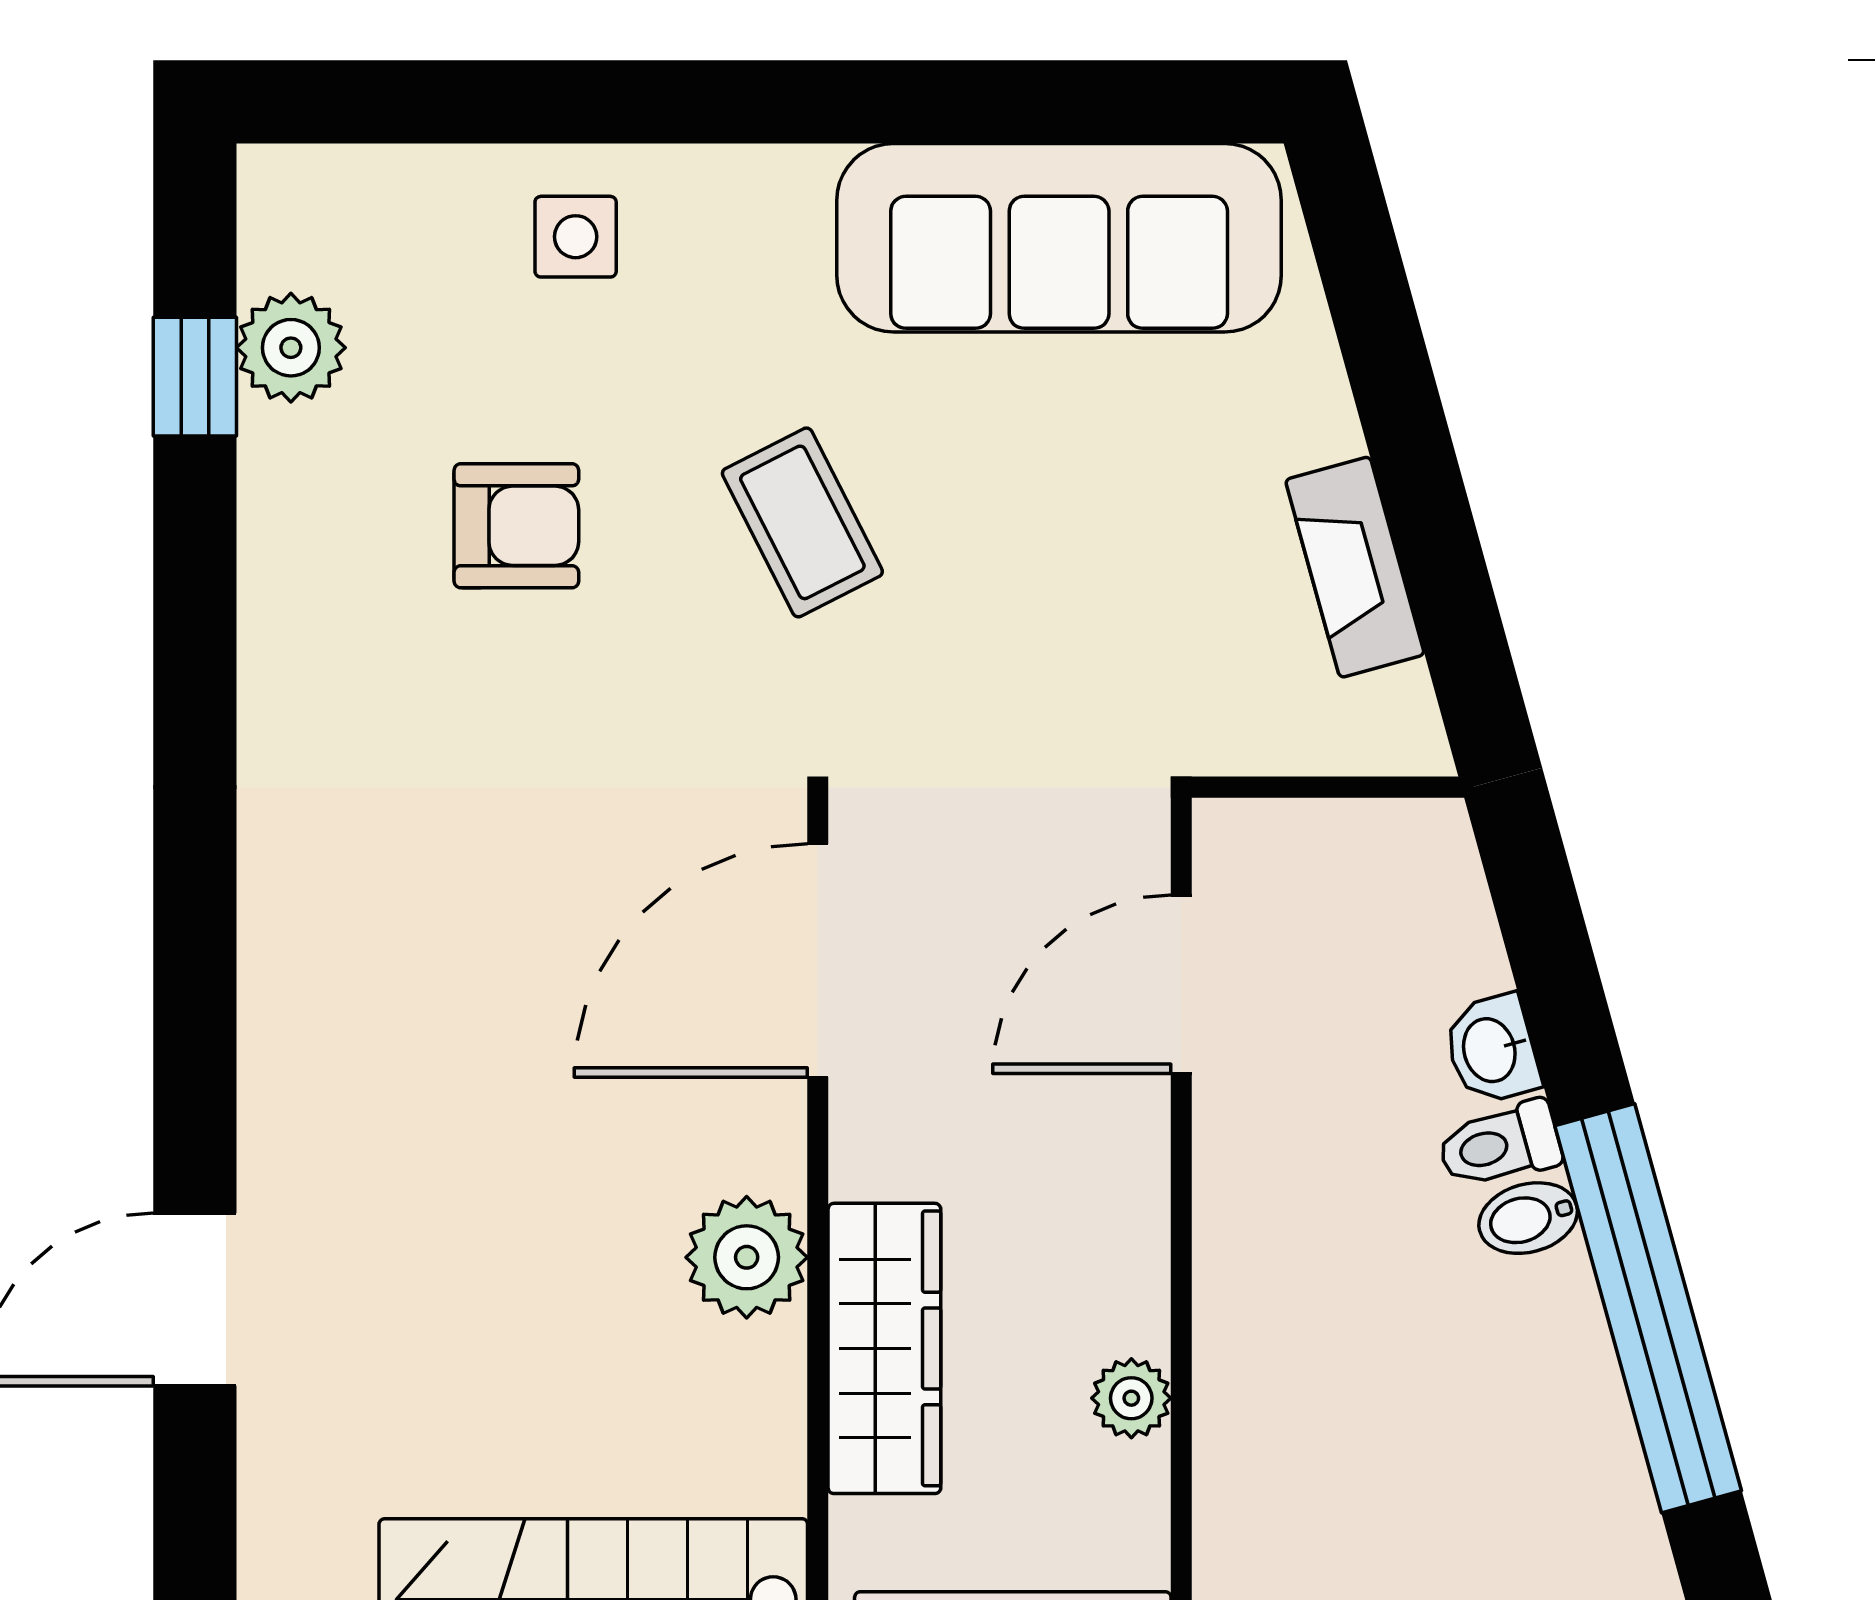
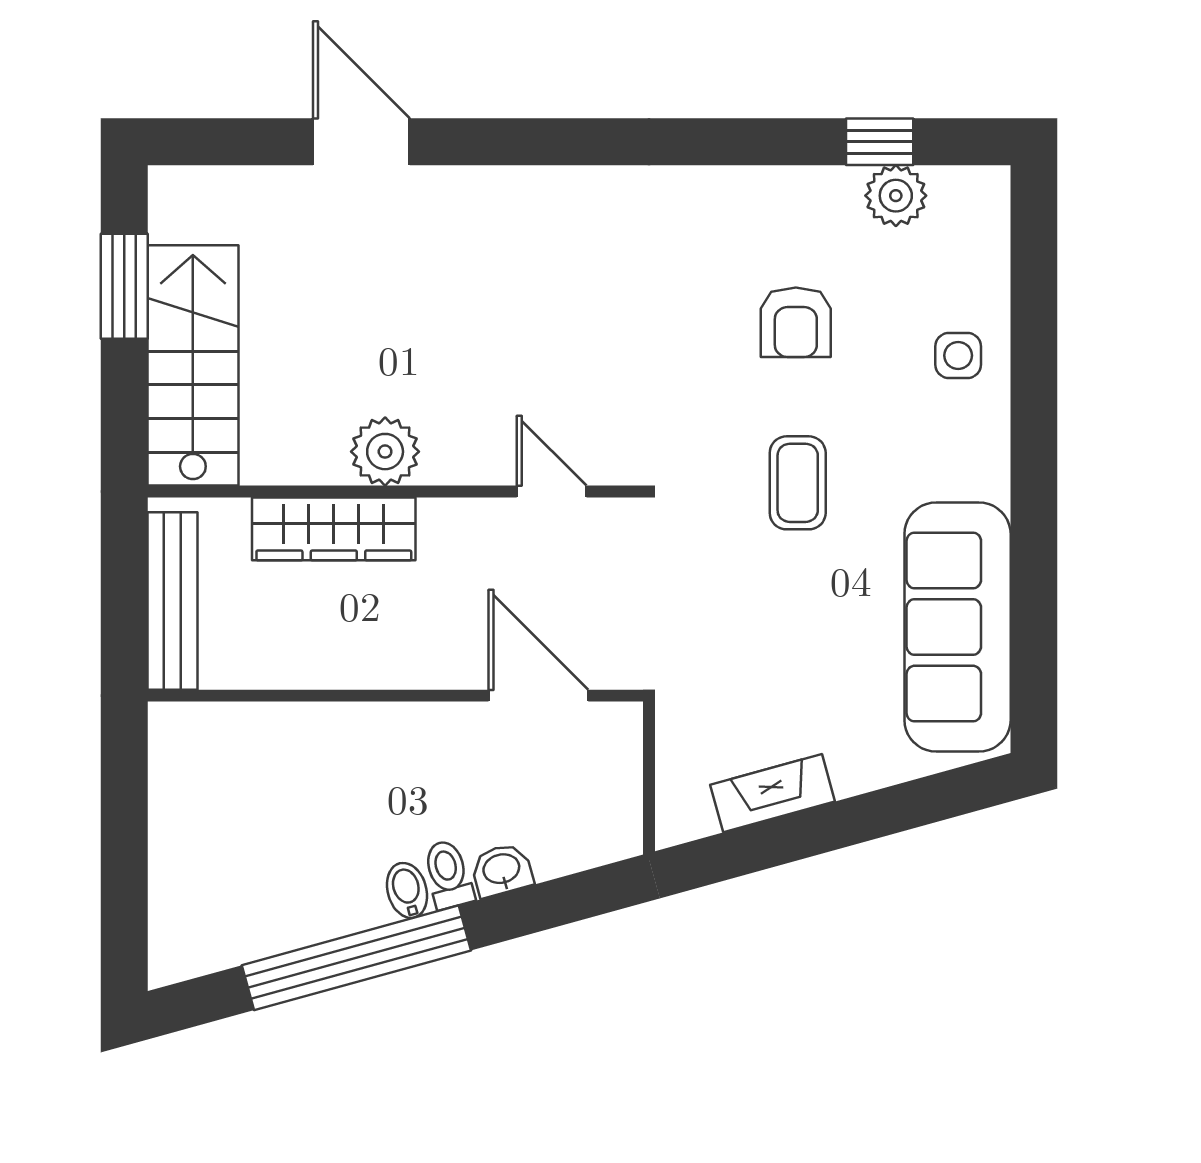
coffee table: (802, 522) -> (798, 483), turned -63
door: (818, 961) -> (552, 492), width x0.53
plant: (1131, 1398) -> (306, 668), removed

